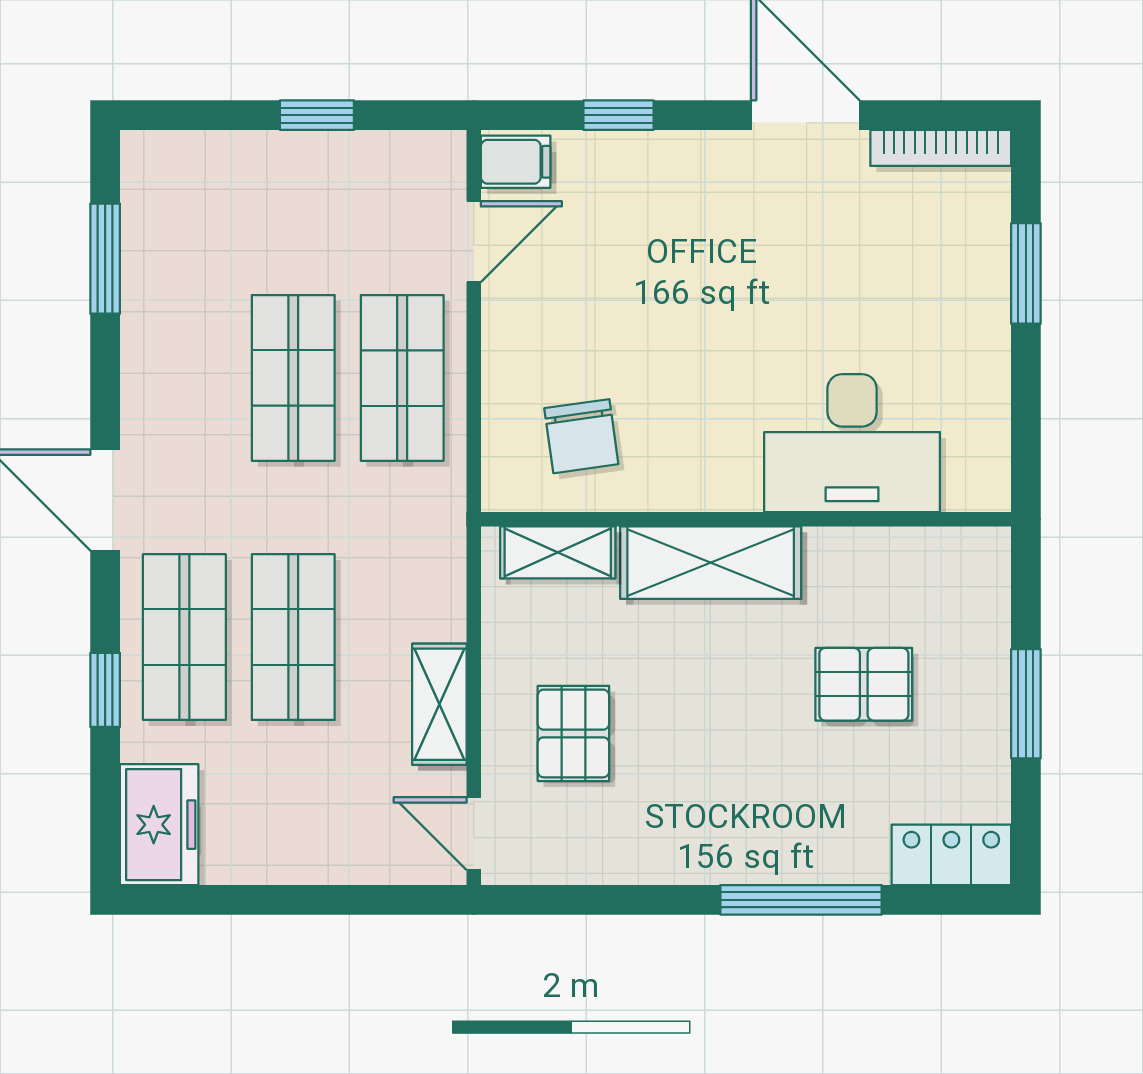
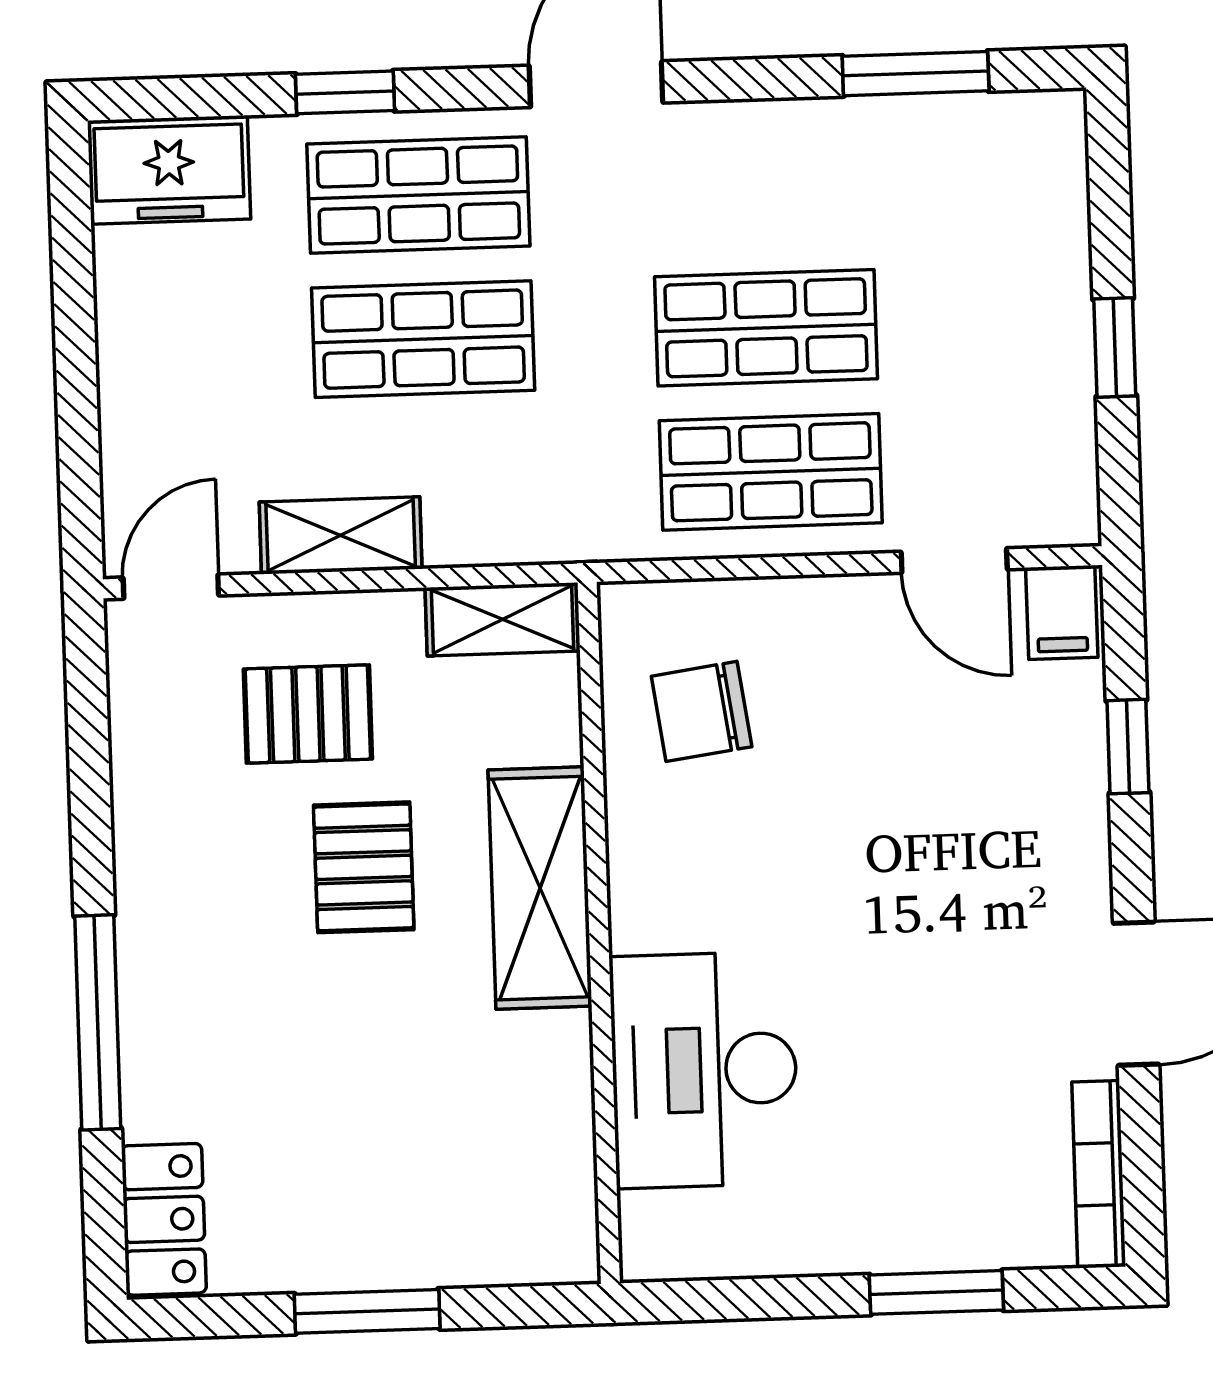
shelving: (558, 552) -> (503, 619), moved, turned 90
pallet: (864, 684) -> (364, 867), moved

